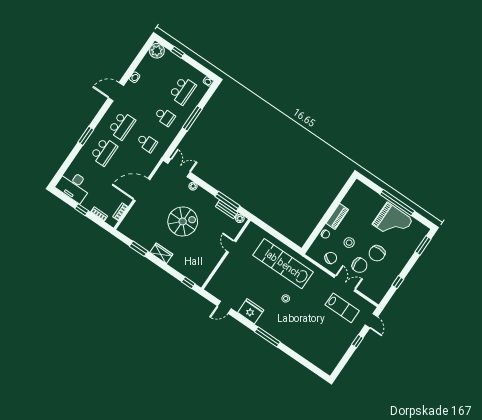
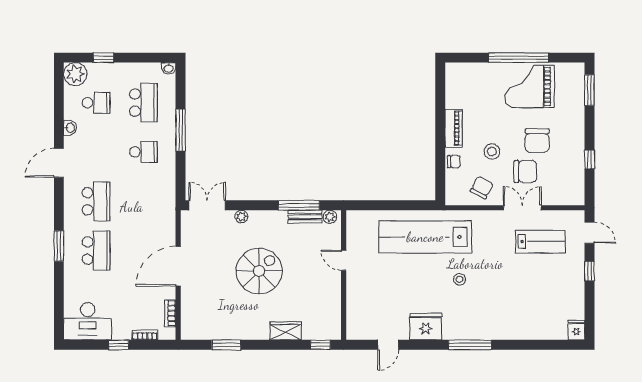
school desk: (147, 143) -> (96, 103), moved
grand piano: (393, 222) -> (530, 87), turned 180
wardrobe: (161, 253) -> (285, 331), moved
fridge: (329, 368) -> (576, 330), added

